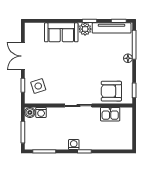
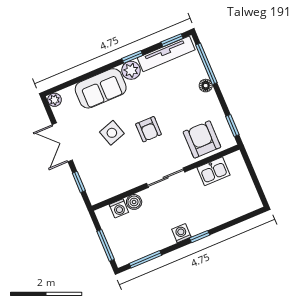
plant: (29, 27) -> (55, 100), added
armchair: (81, 71) -> (149, 129), added
side table: (38, 86) -> (112, 133), moved
armchair: (111, 91) -> (202, 139), turned 90
boiler: (30, 112) -> (134, 202), moved

